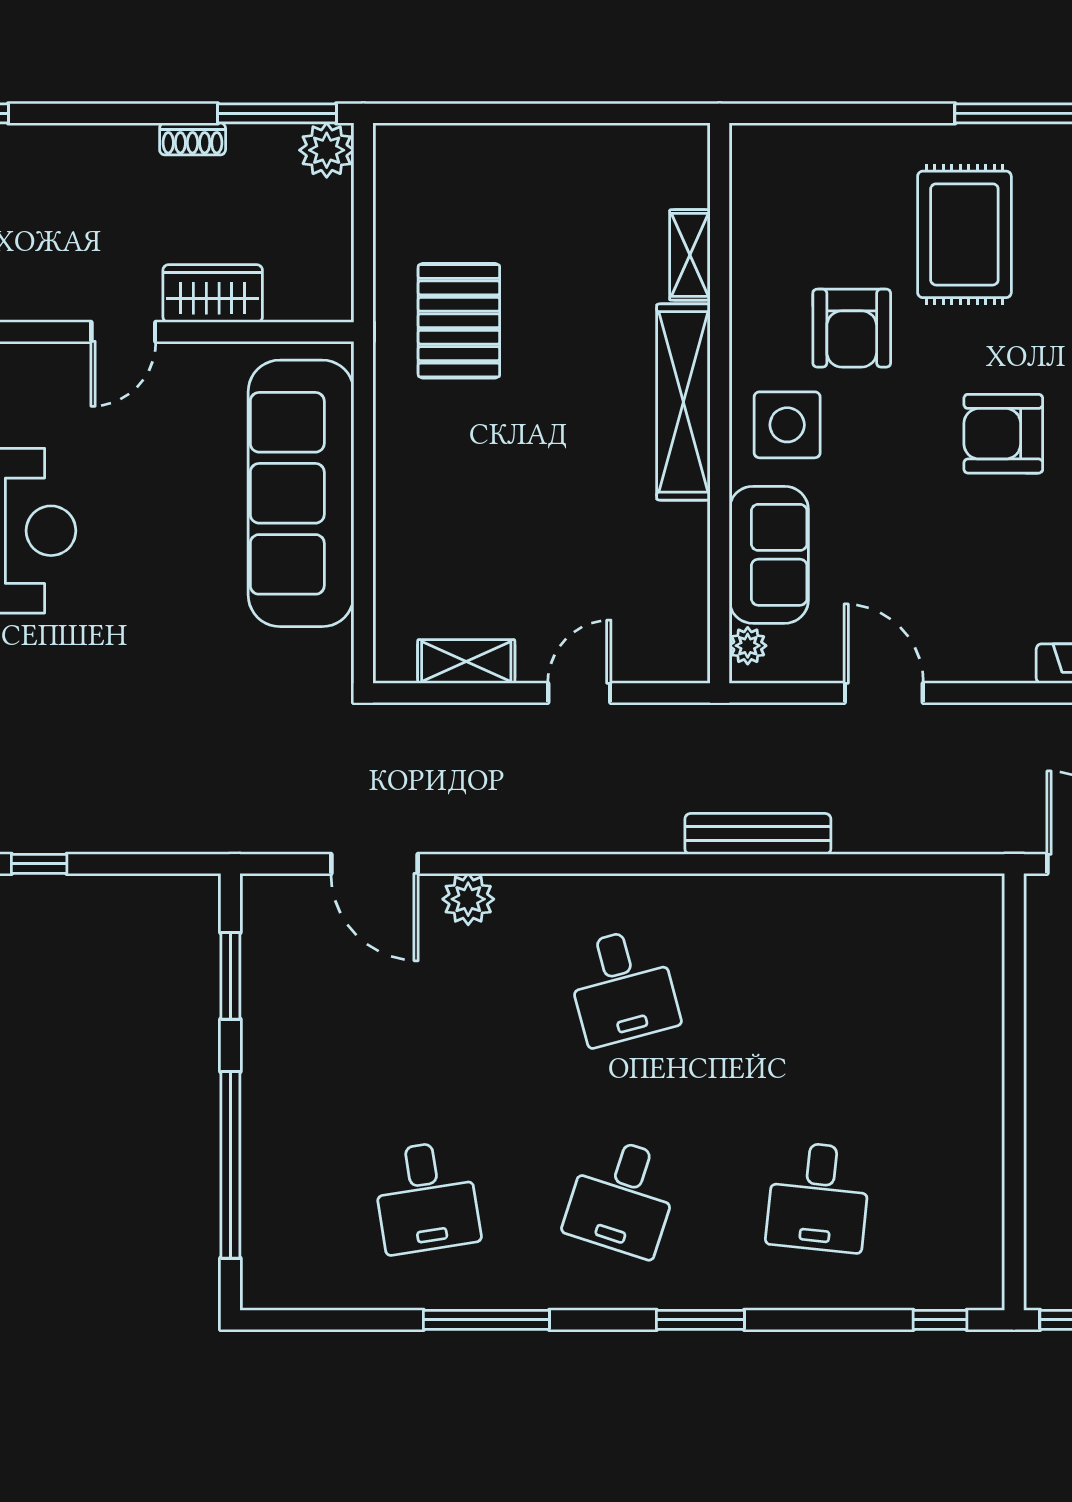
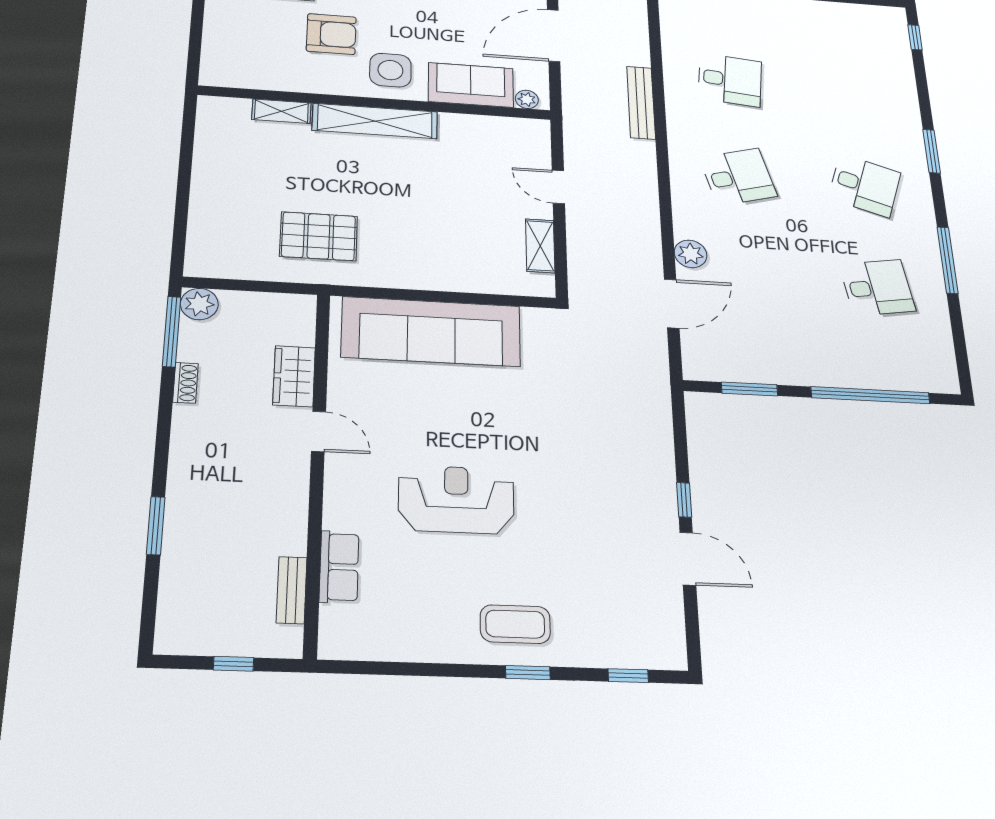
door: (884, 693) -> (554, 36), width x1.36
desk: (818, 1197) -> (730, 80), moved

